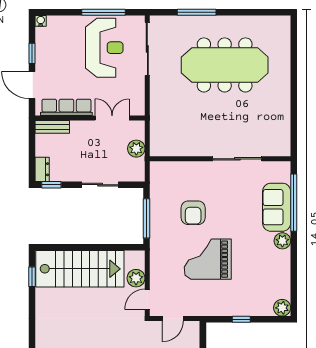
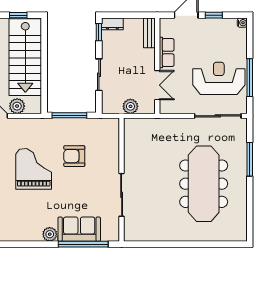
reception desk: (104, 48) -> (219, 78), turned 180
row of seats: (66, 107) -> (167, 53), width x0.68

